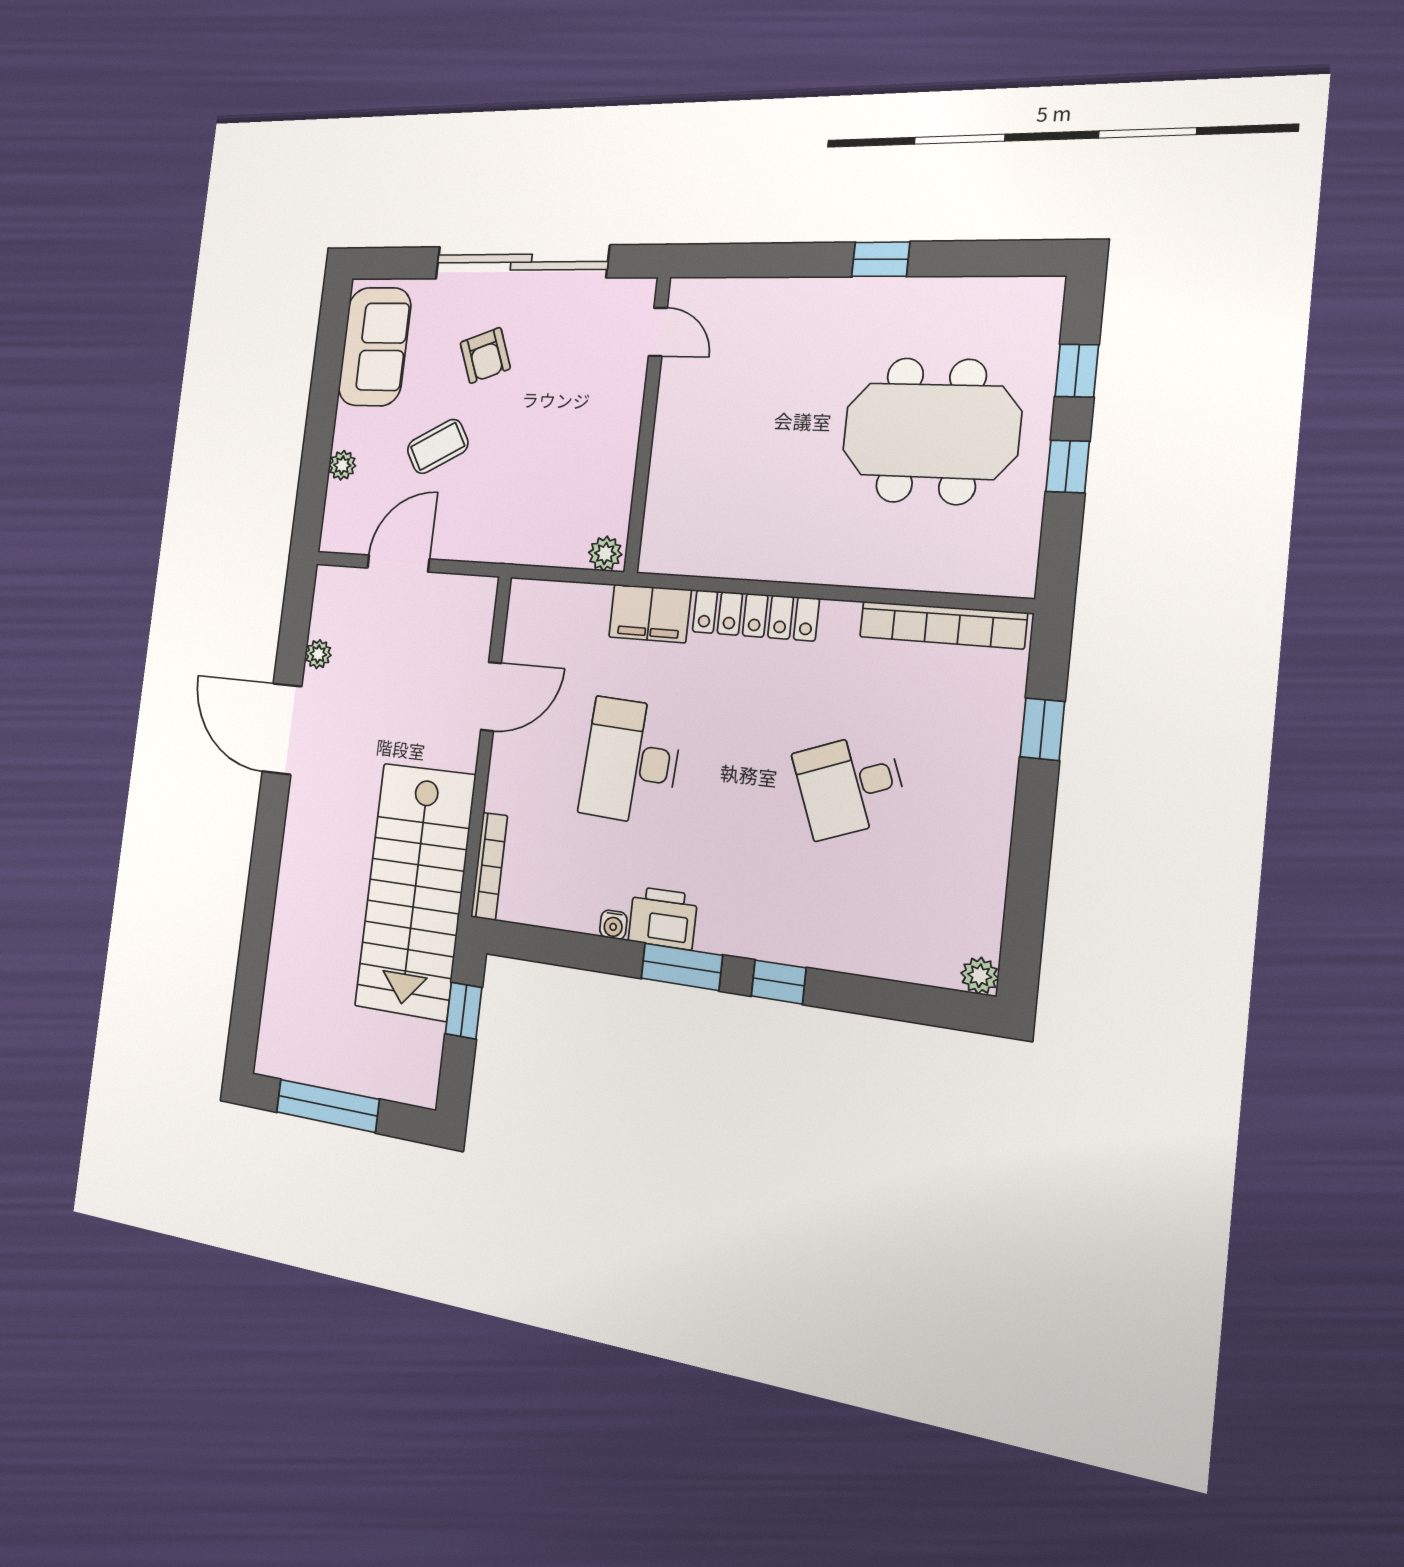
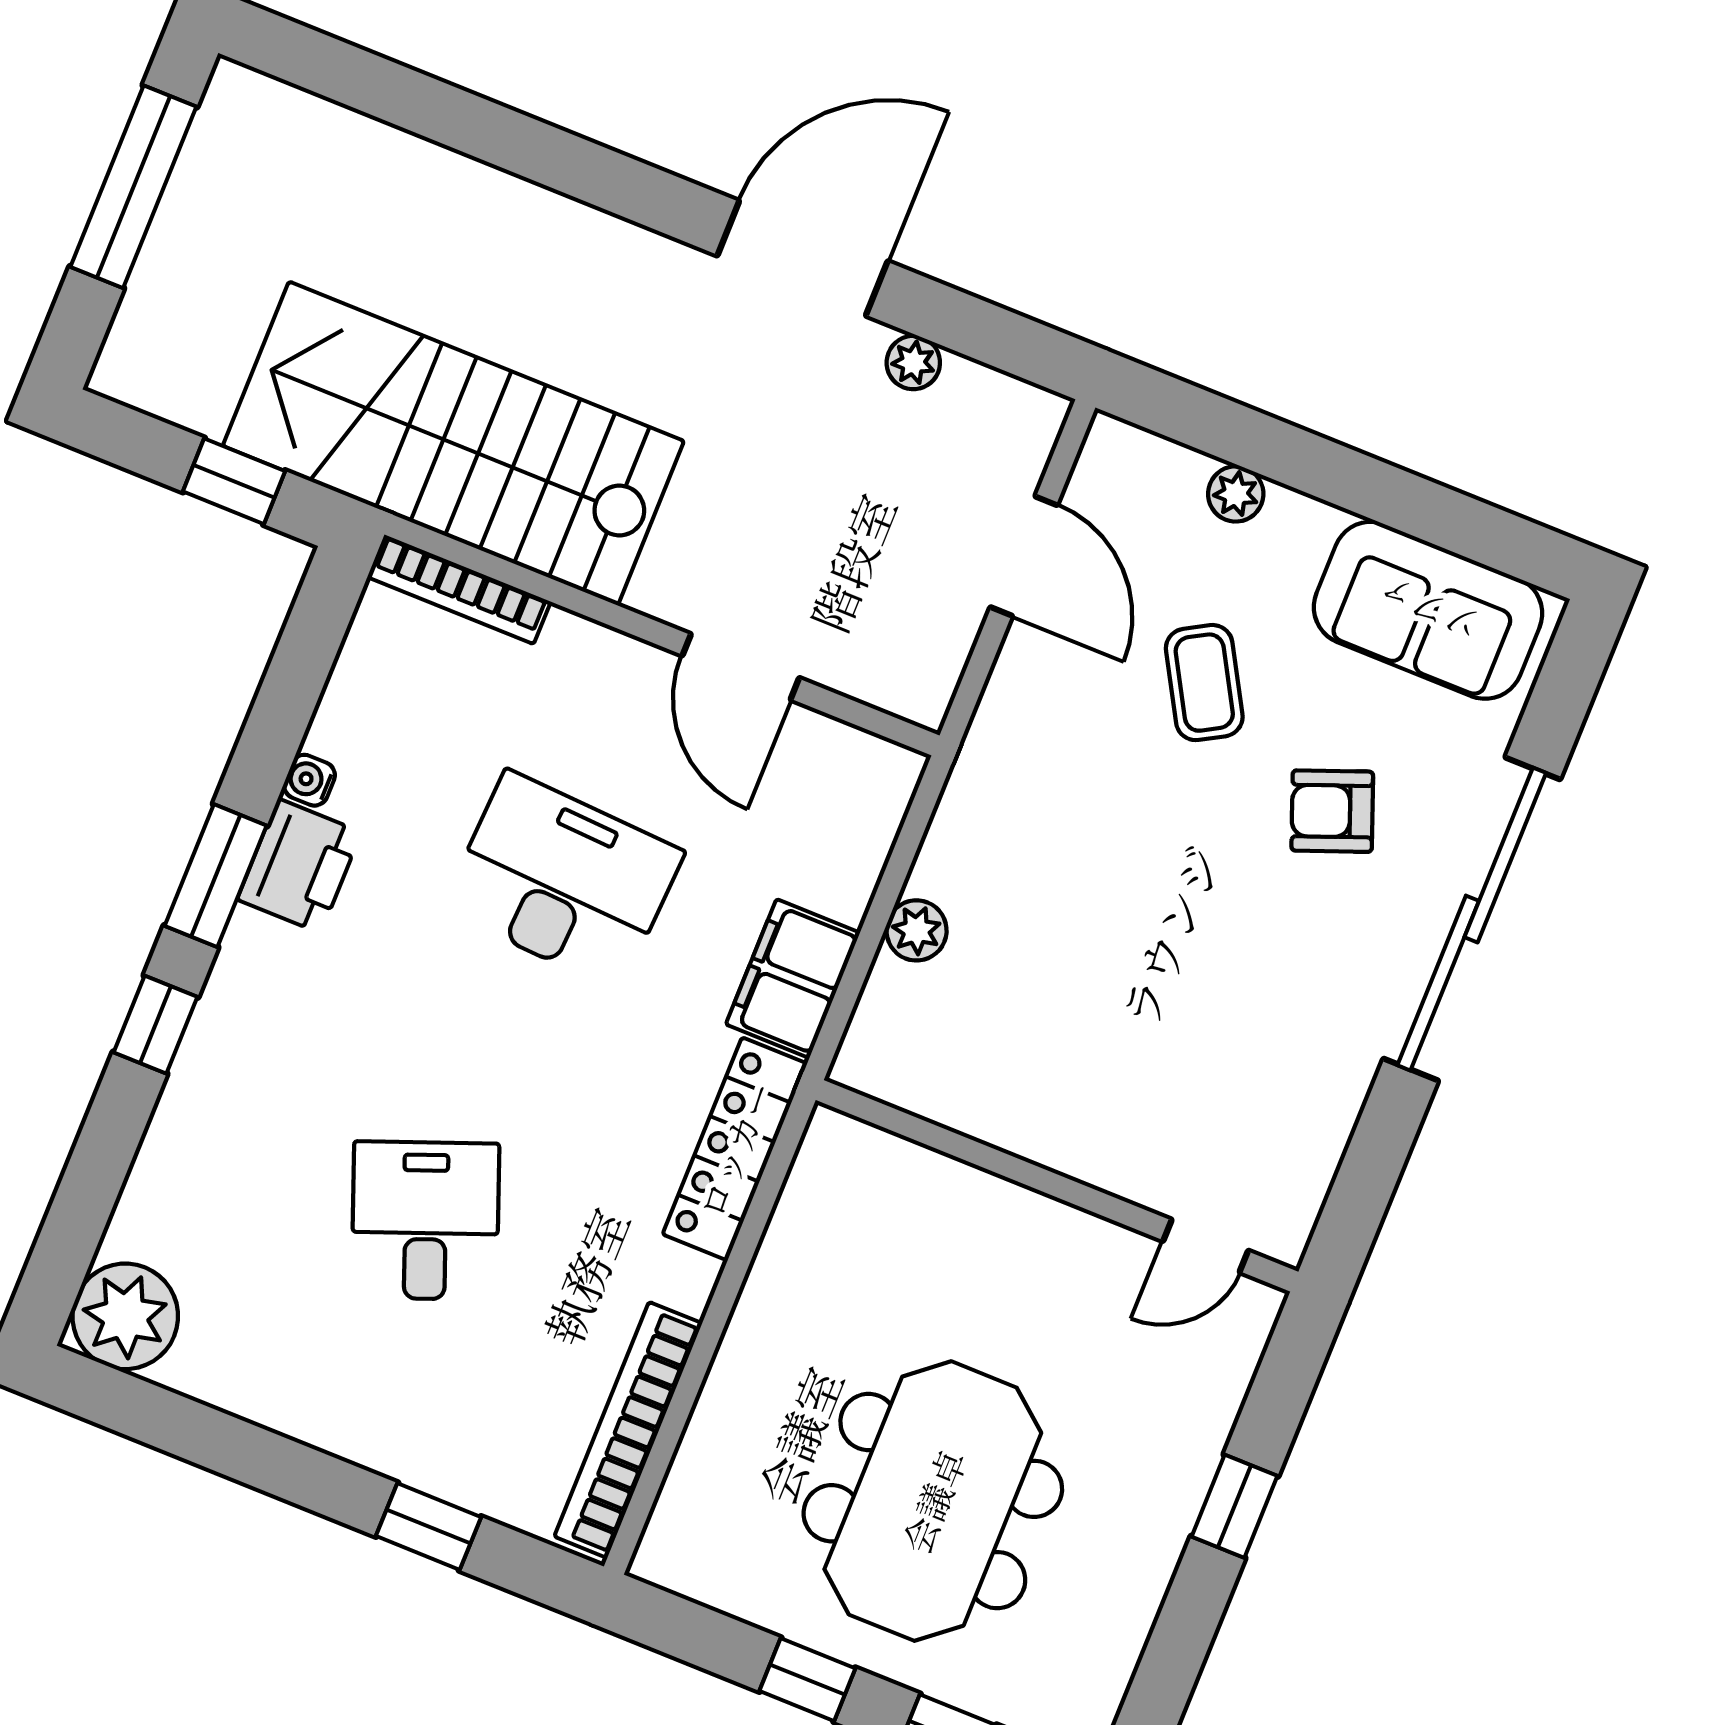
door: (658, 332) -> (1206, 1246), moved
wall: (647, 424) -> (1057, 1186), moved
plant: (980, 976) -> (125, 1316), width x1.87, depth x1.87

